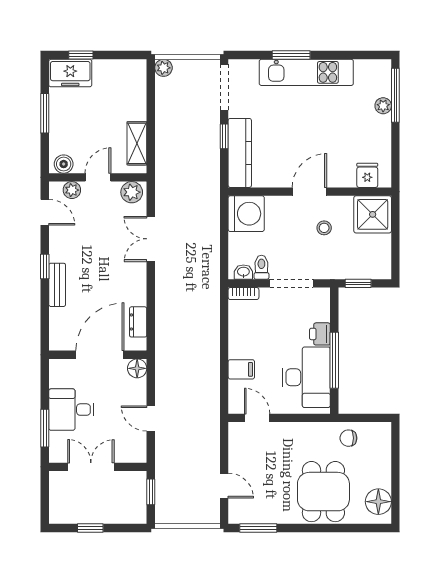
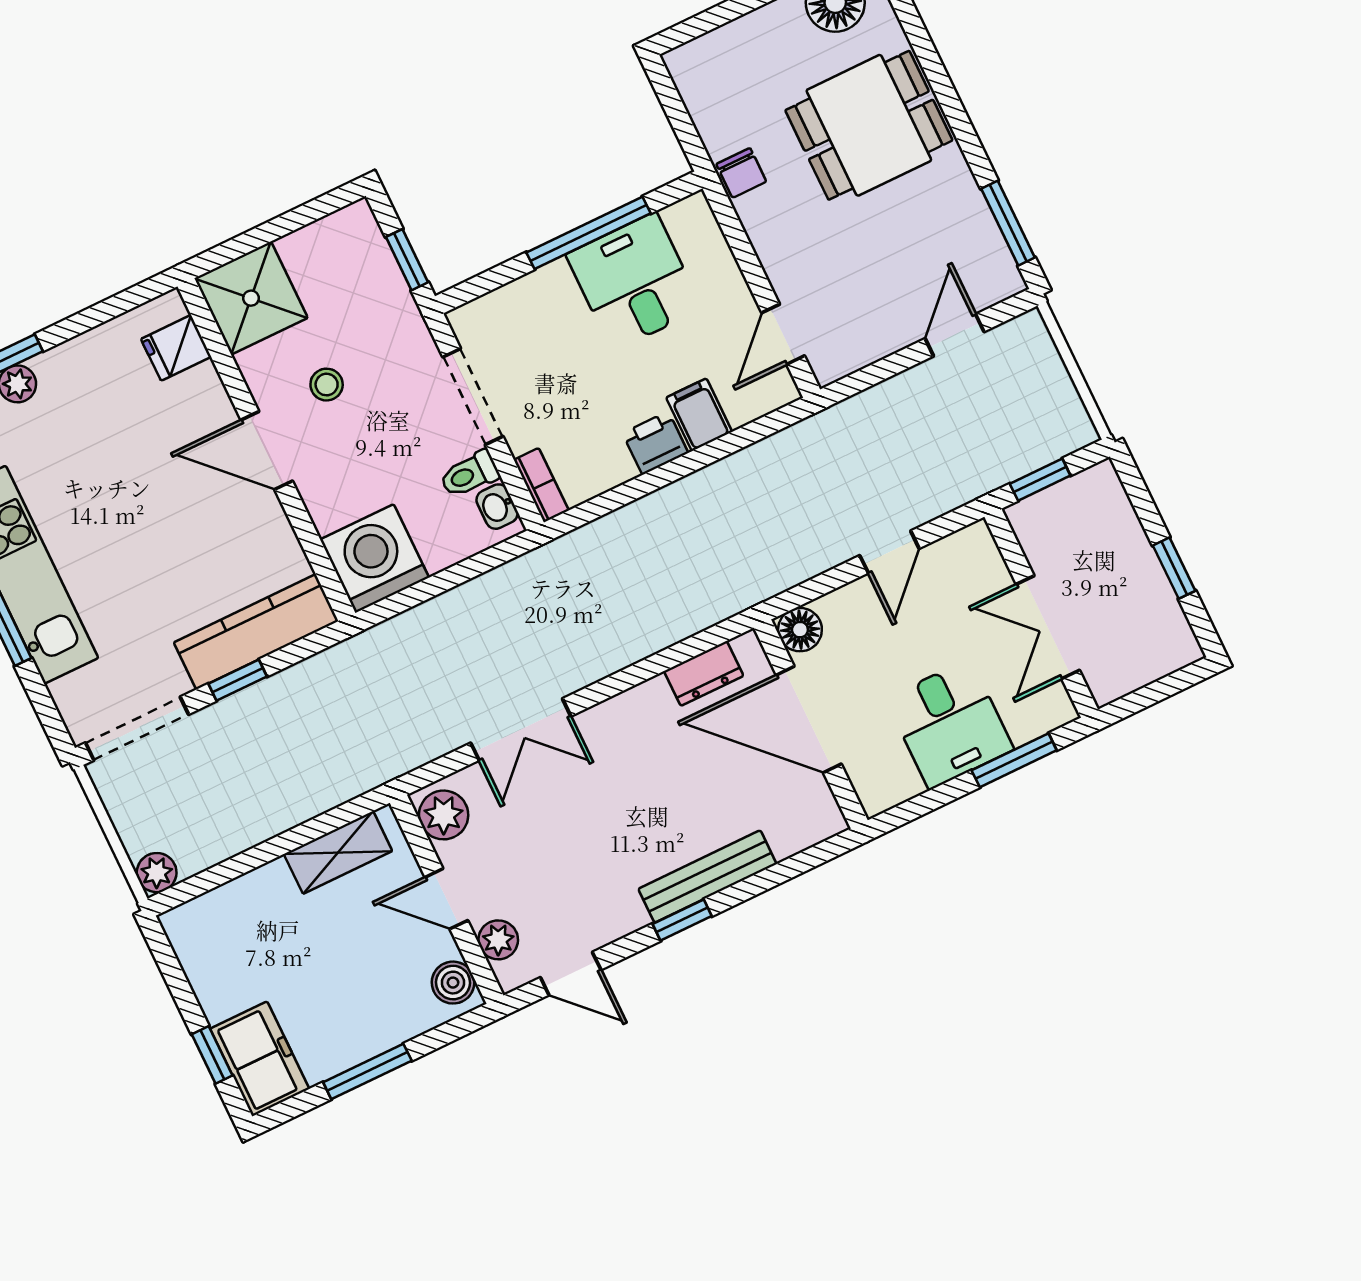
door: (45, 212) -> (571, 974), swing flipped
bench: (57, 285) -> (707, 876), width x1.36
printer: (320, 334) -> (655, 443), moved, turned 180
desk: (306, 377) -> (634, 282), width x0.73
chair: (348, 438) -> (741, 173), moved

